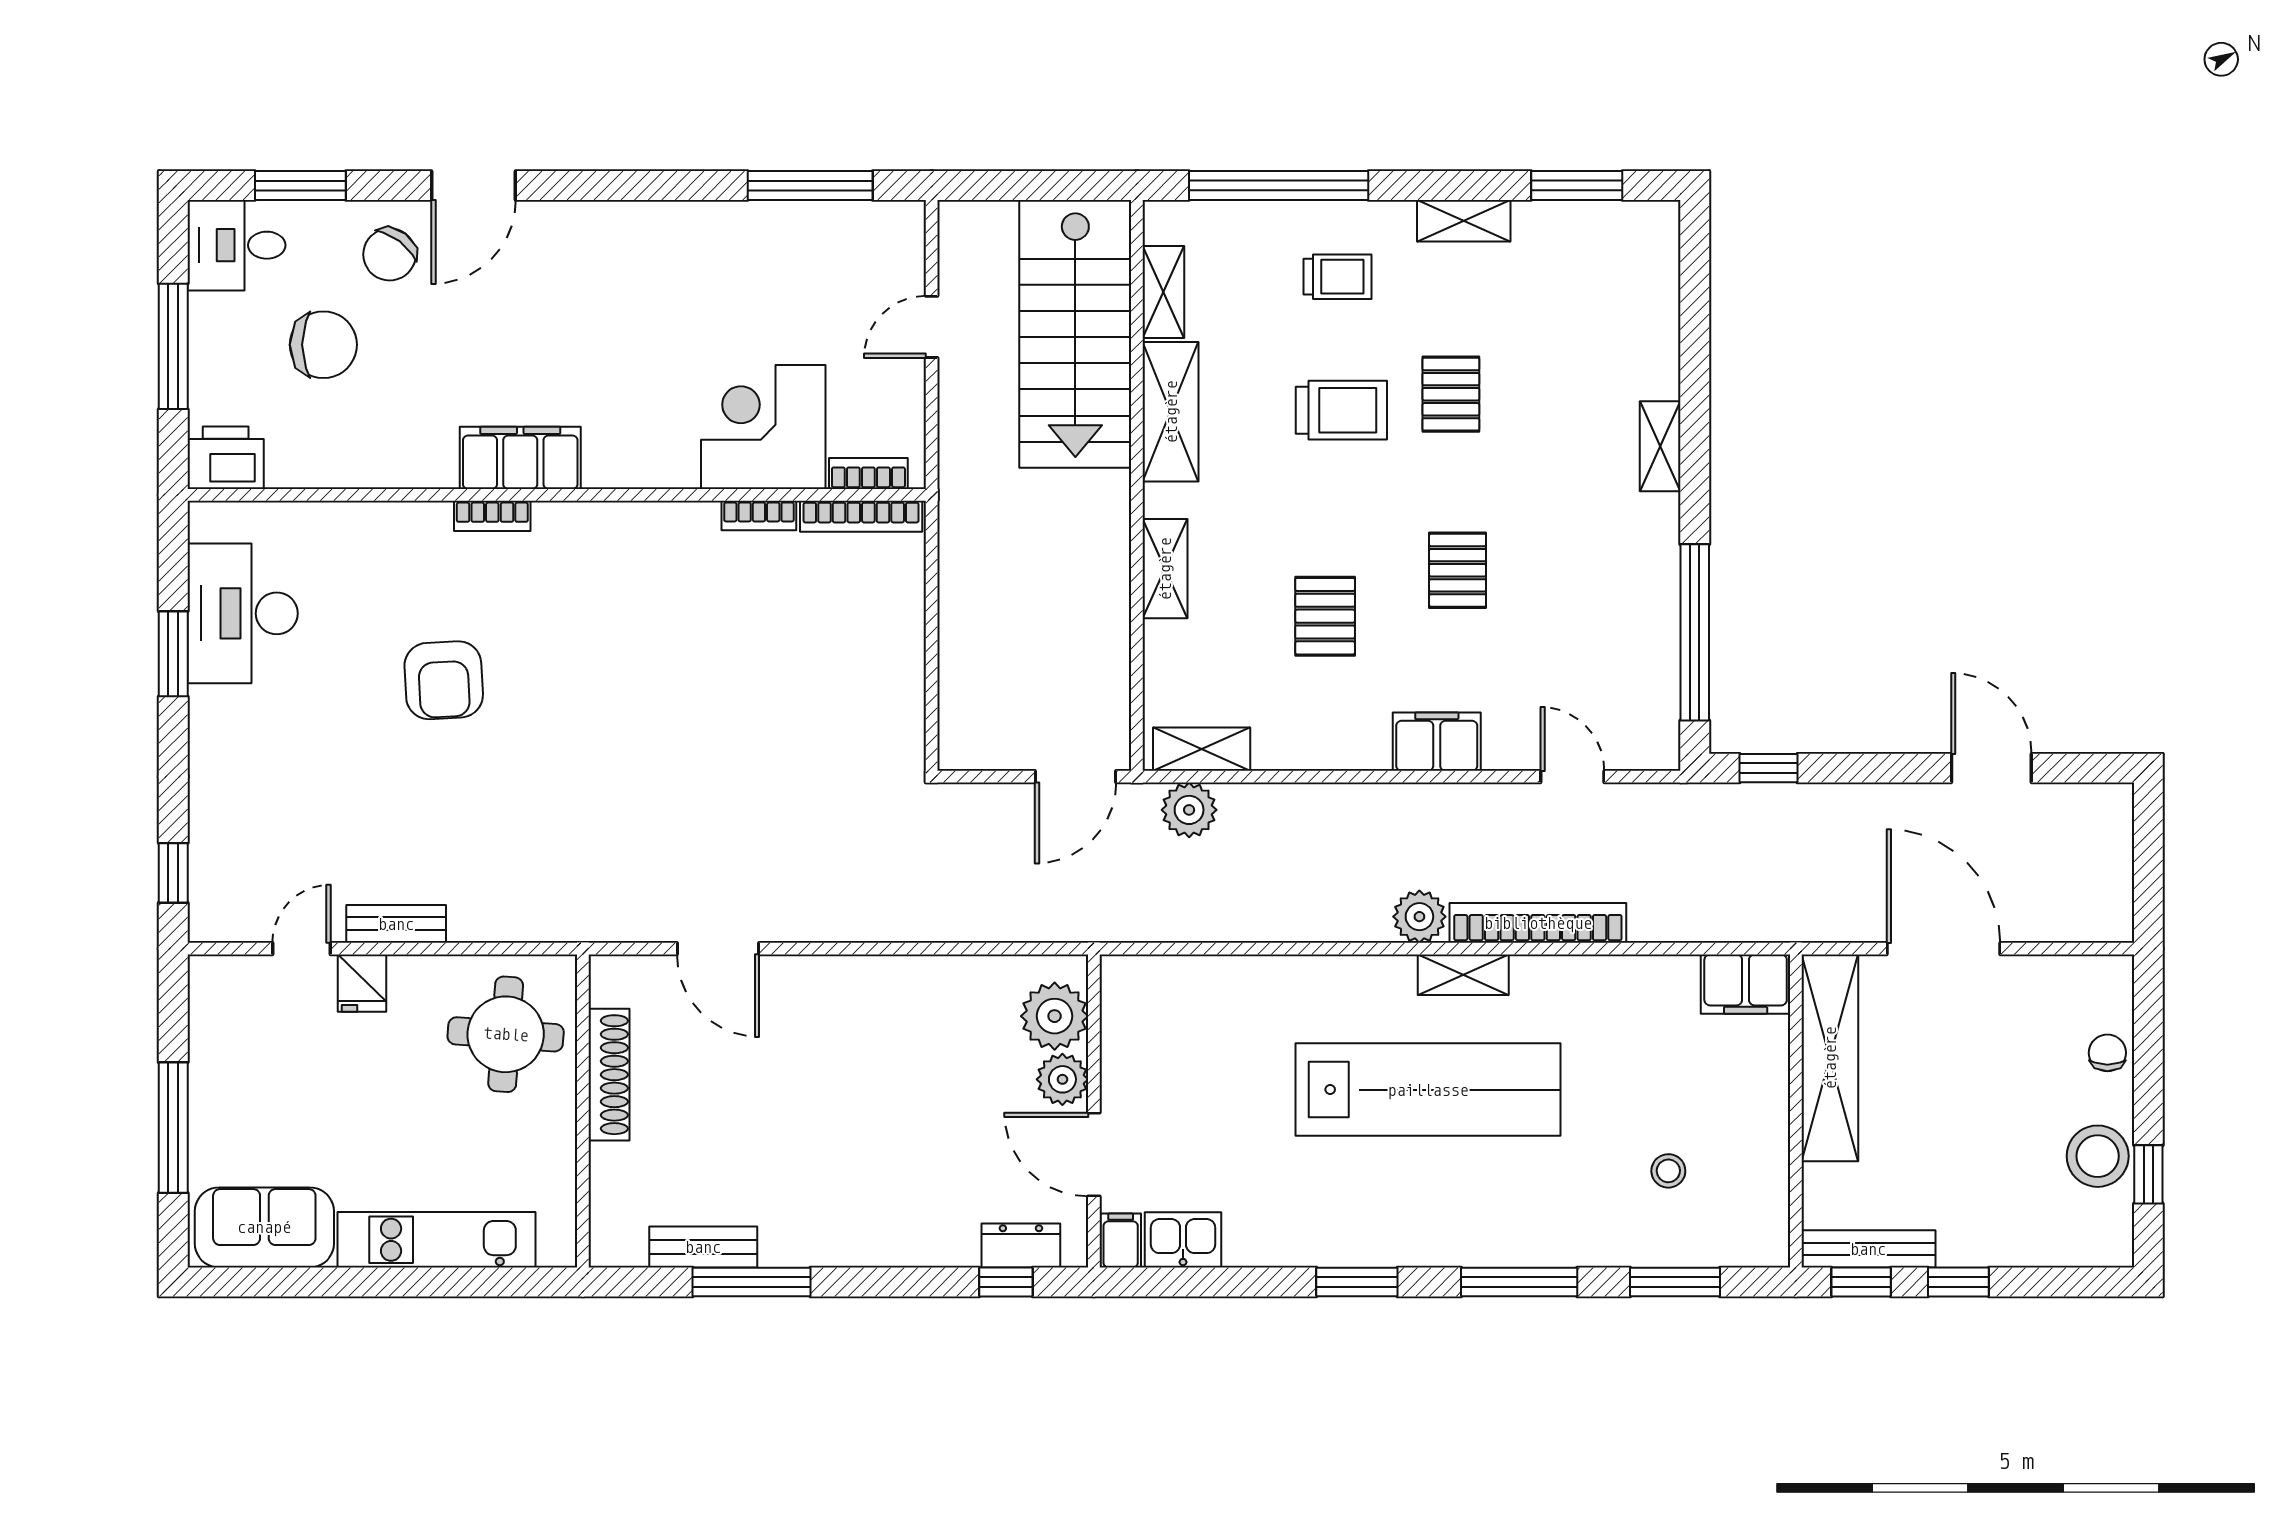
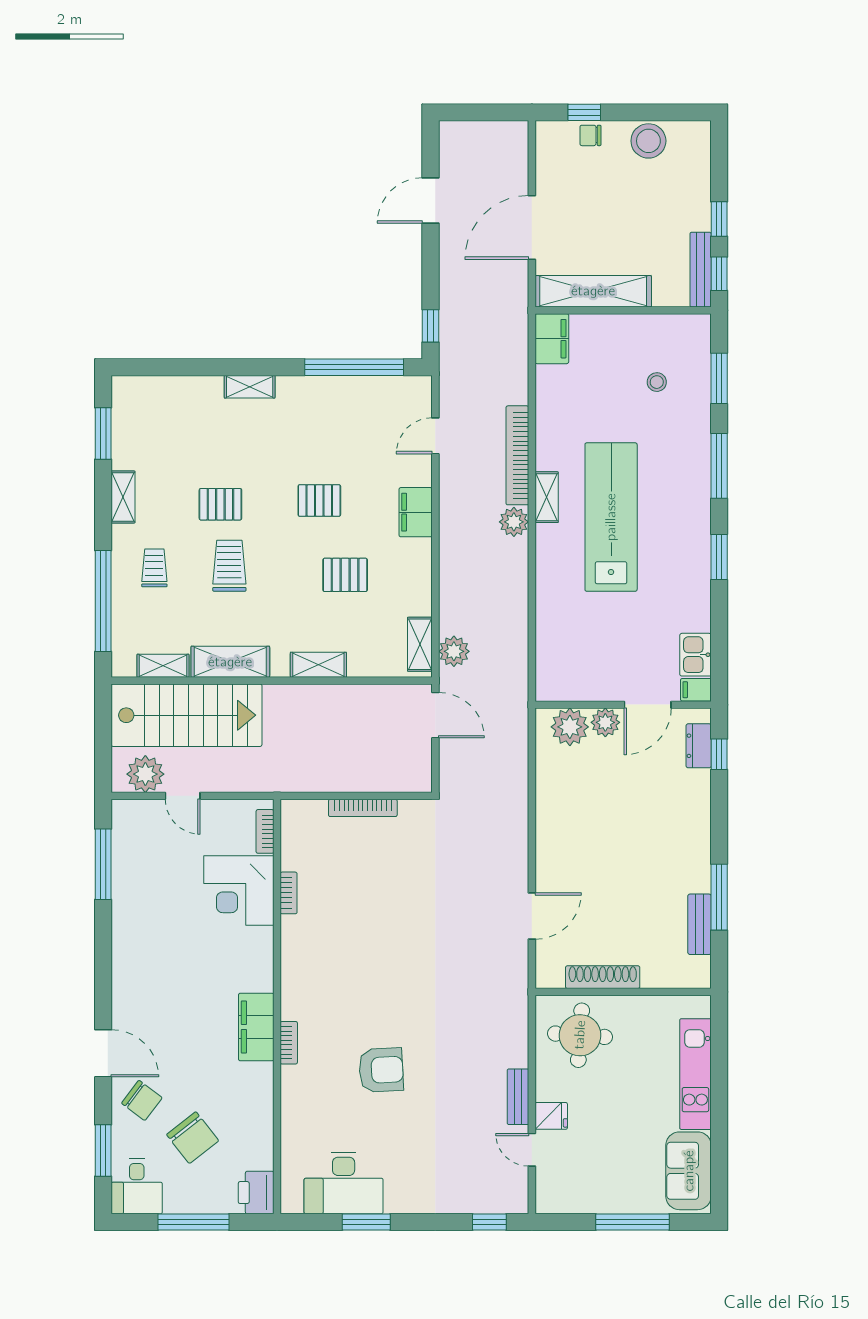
plant: (971, 261) -> (145, 774), added
chair: (323, 345) -> (193, 1138), turned 142
bookcase: (861, 516) -> (363, 808), moved, turned 90
window: (2148, 1174) -> (584, 112), moved

